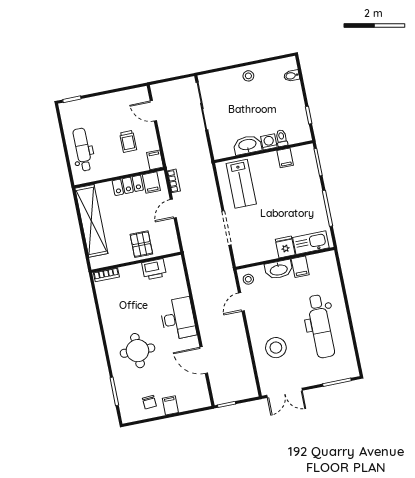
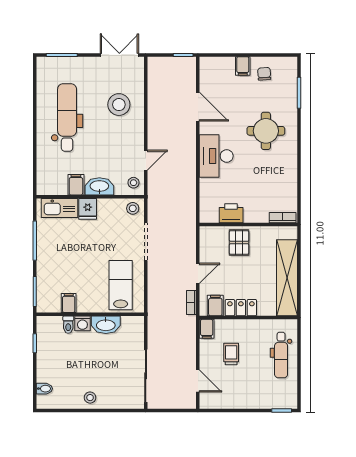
stool: (244, 256) -> (133, 208), added

